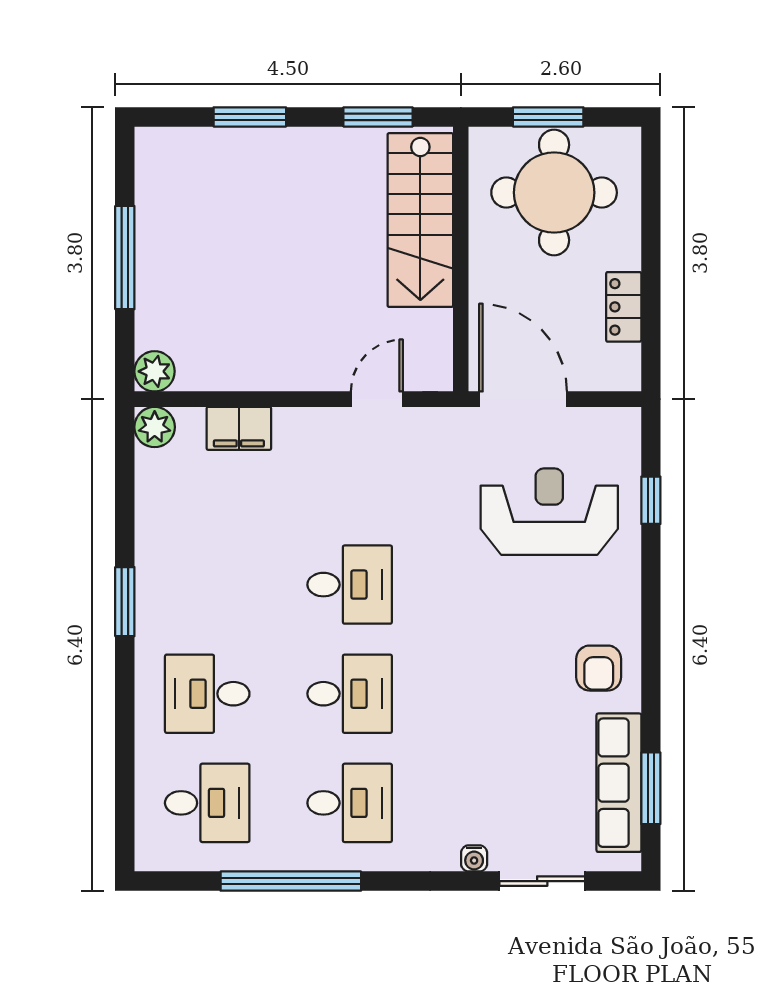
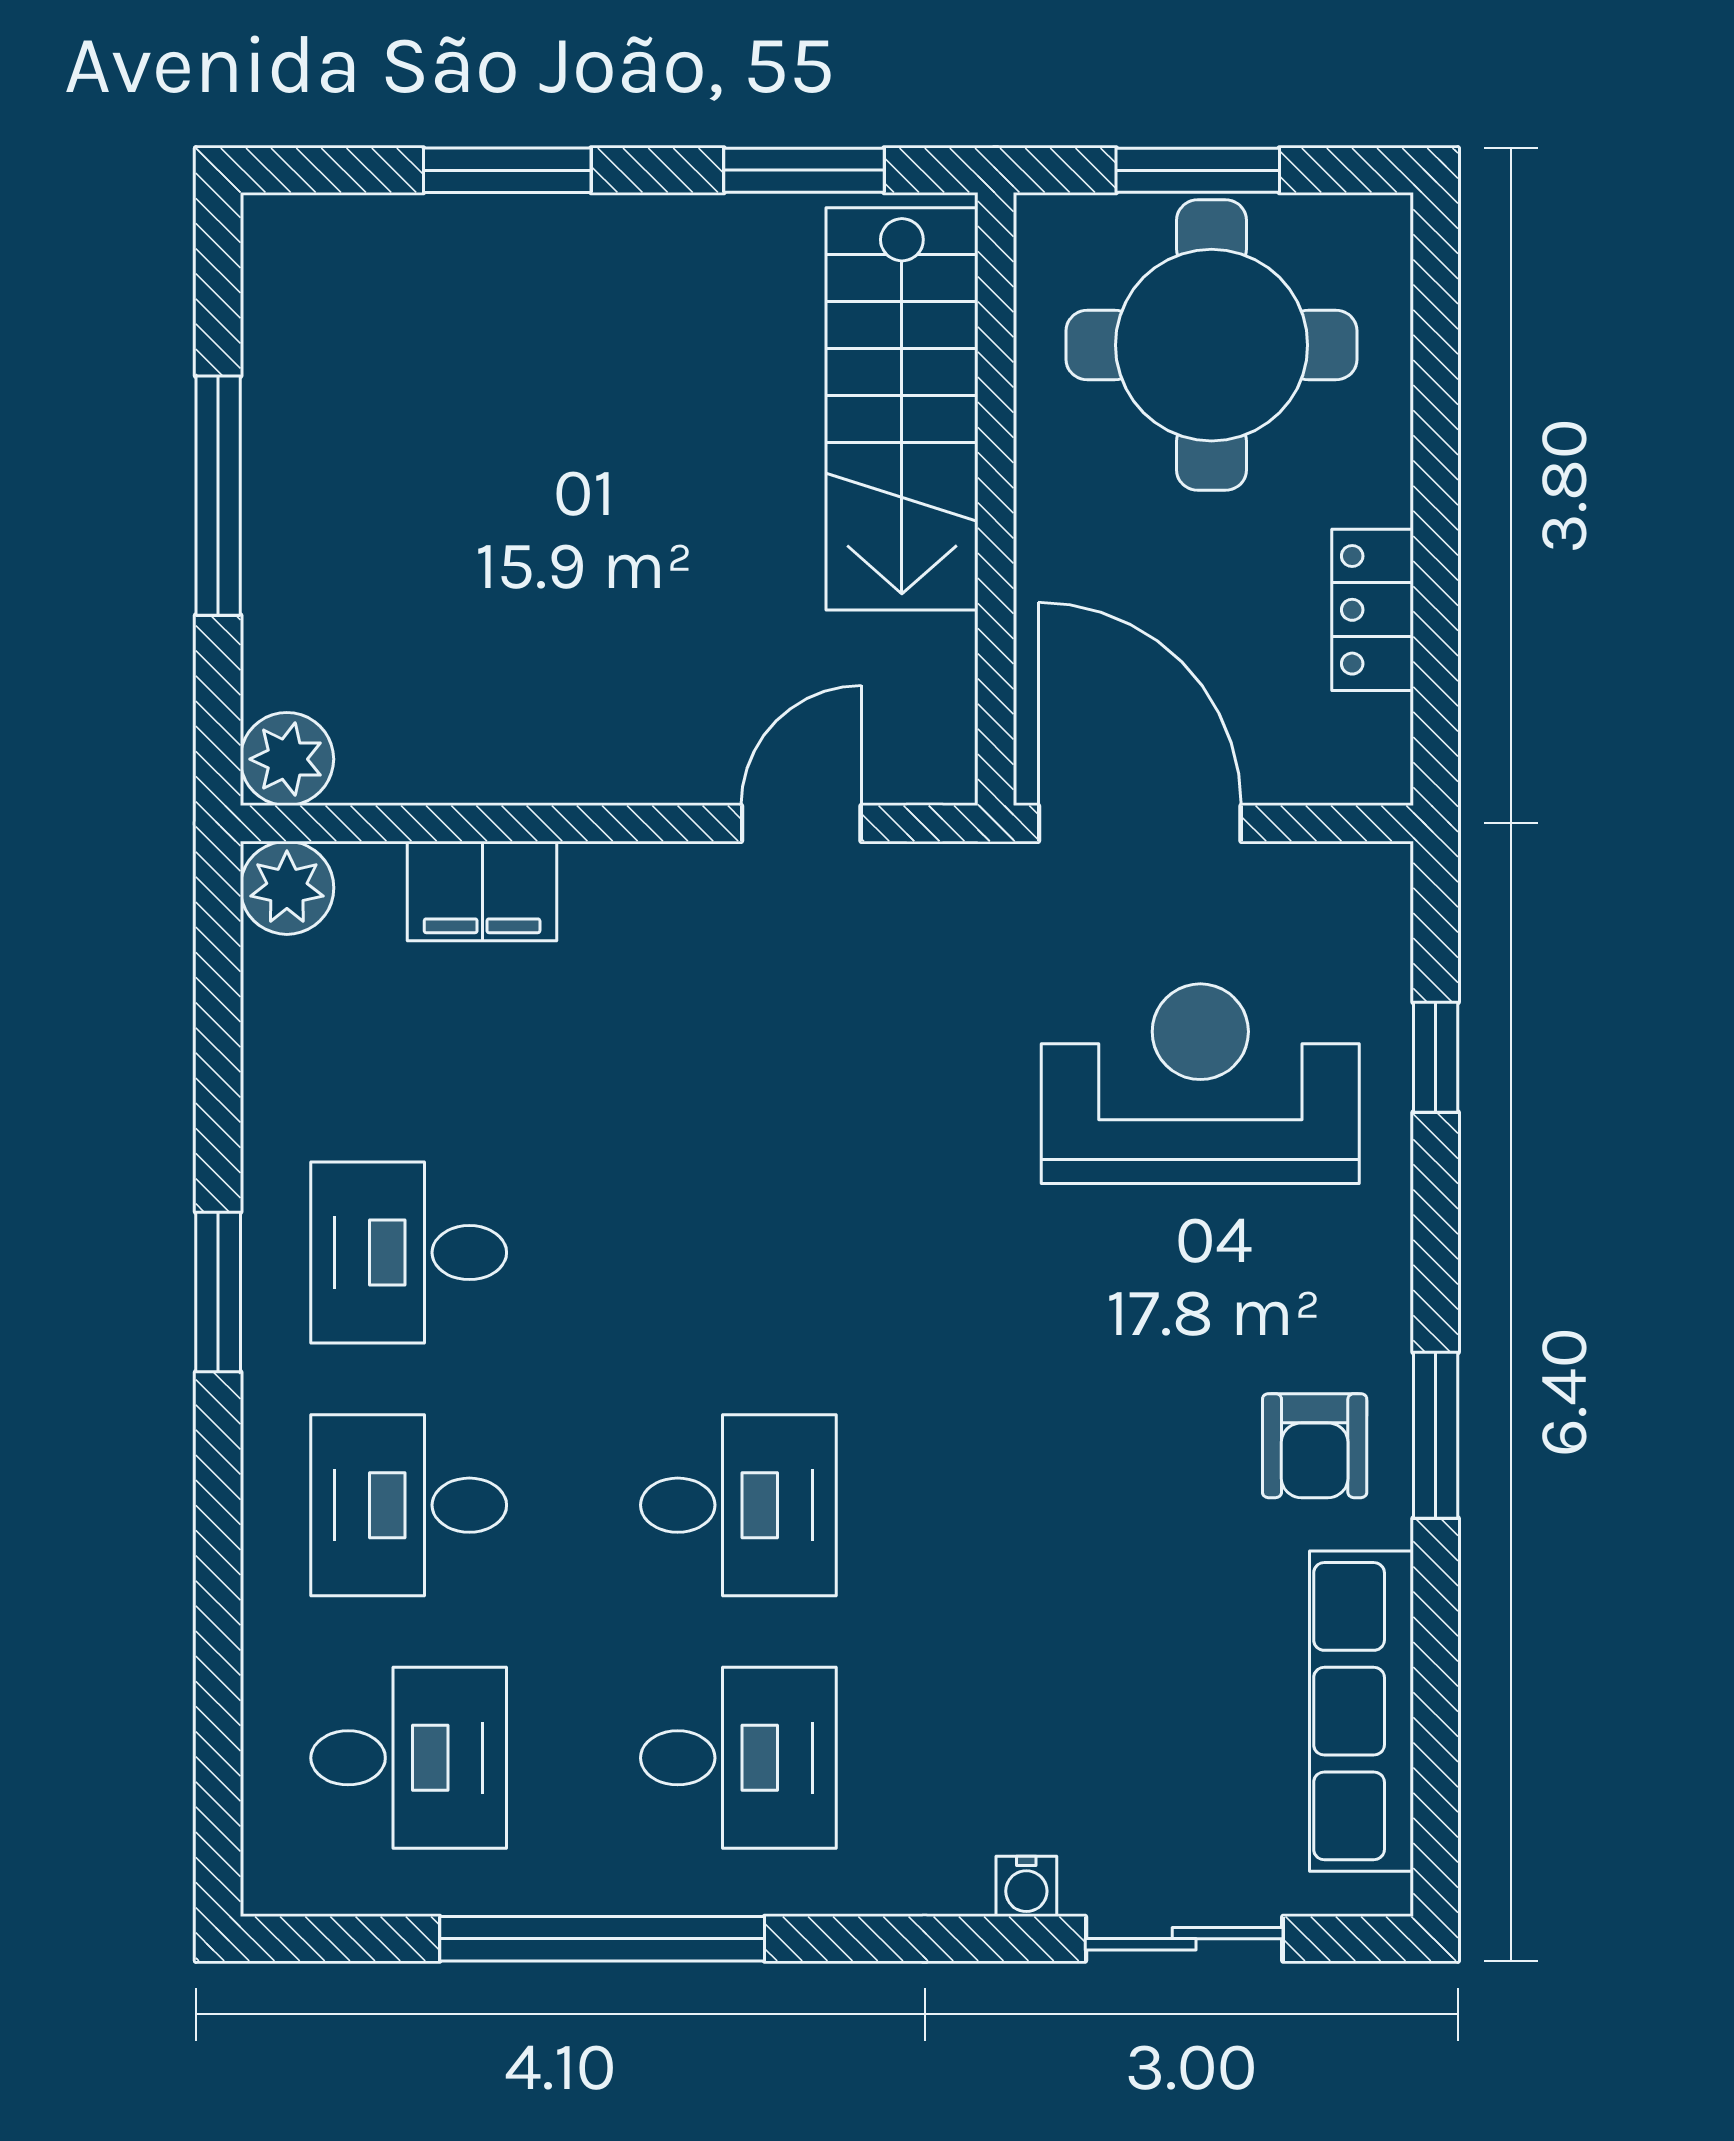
desk: (350, 585) -> (409, 1253), moved, turned 180
window: (651, 788) -> (1436, 1435), moved

